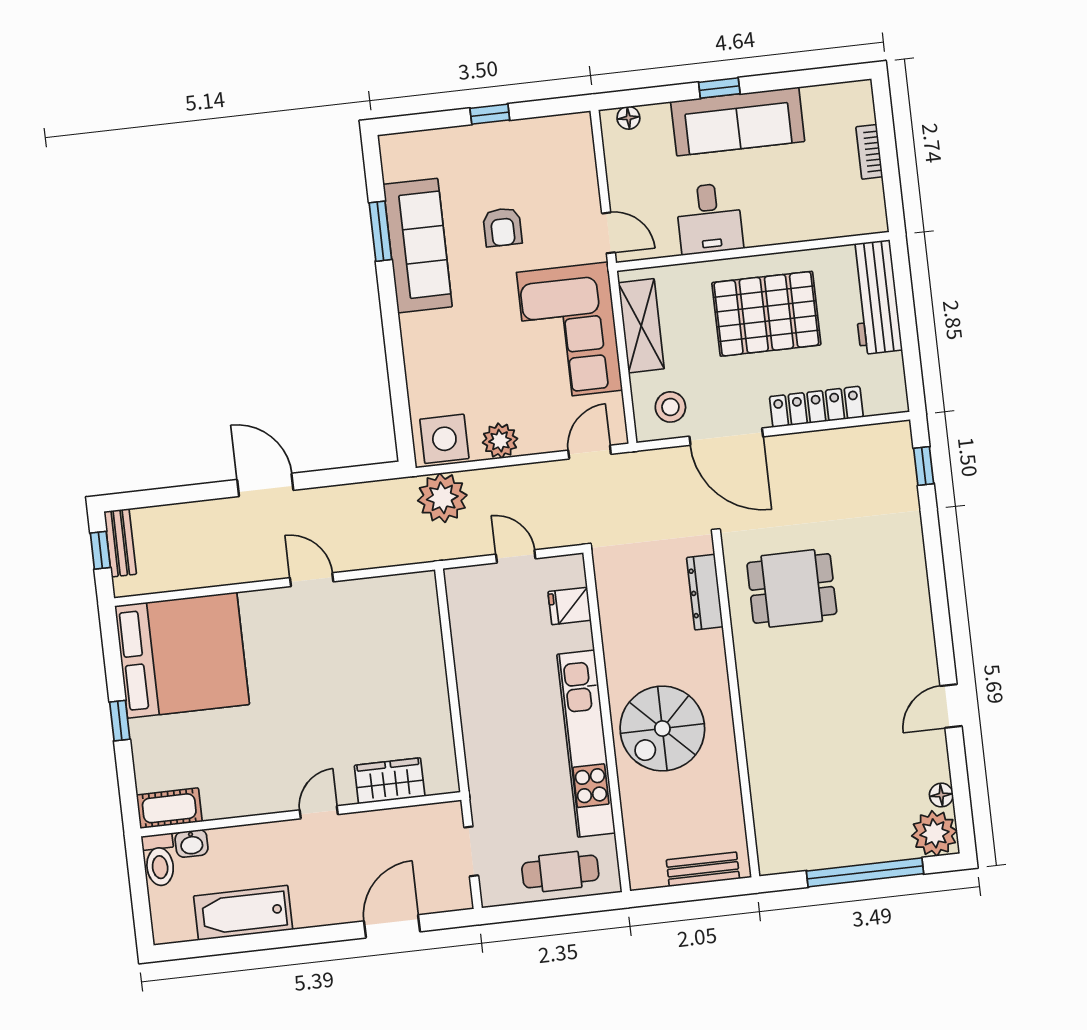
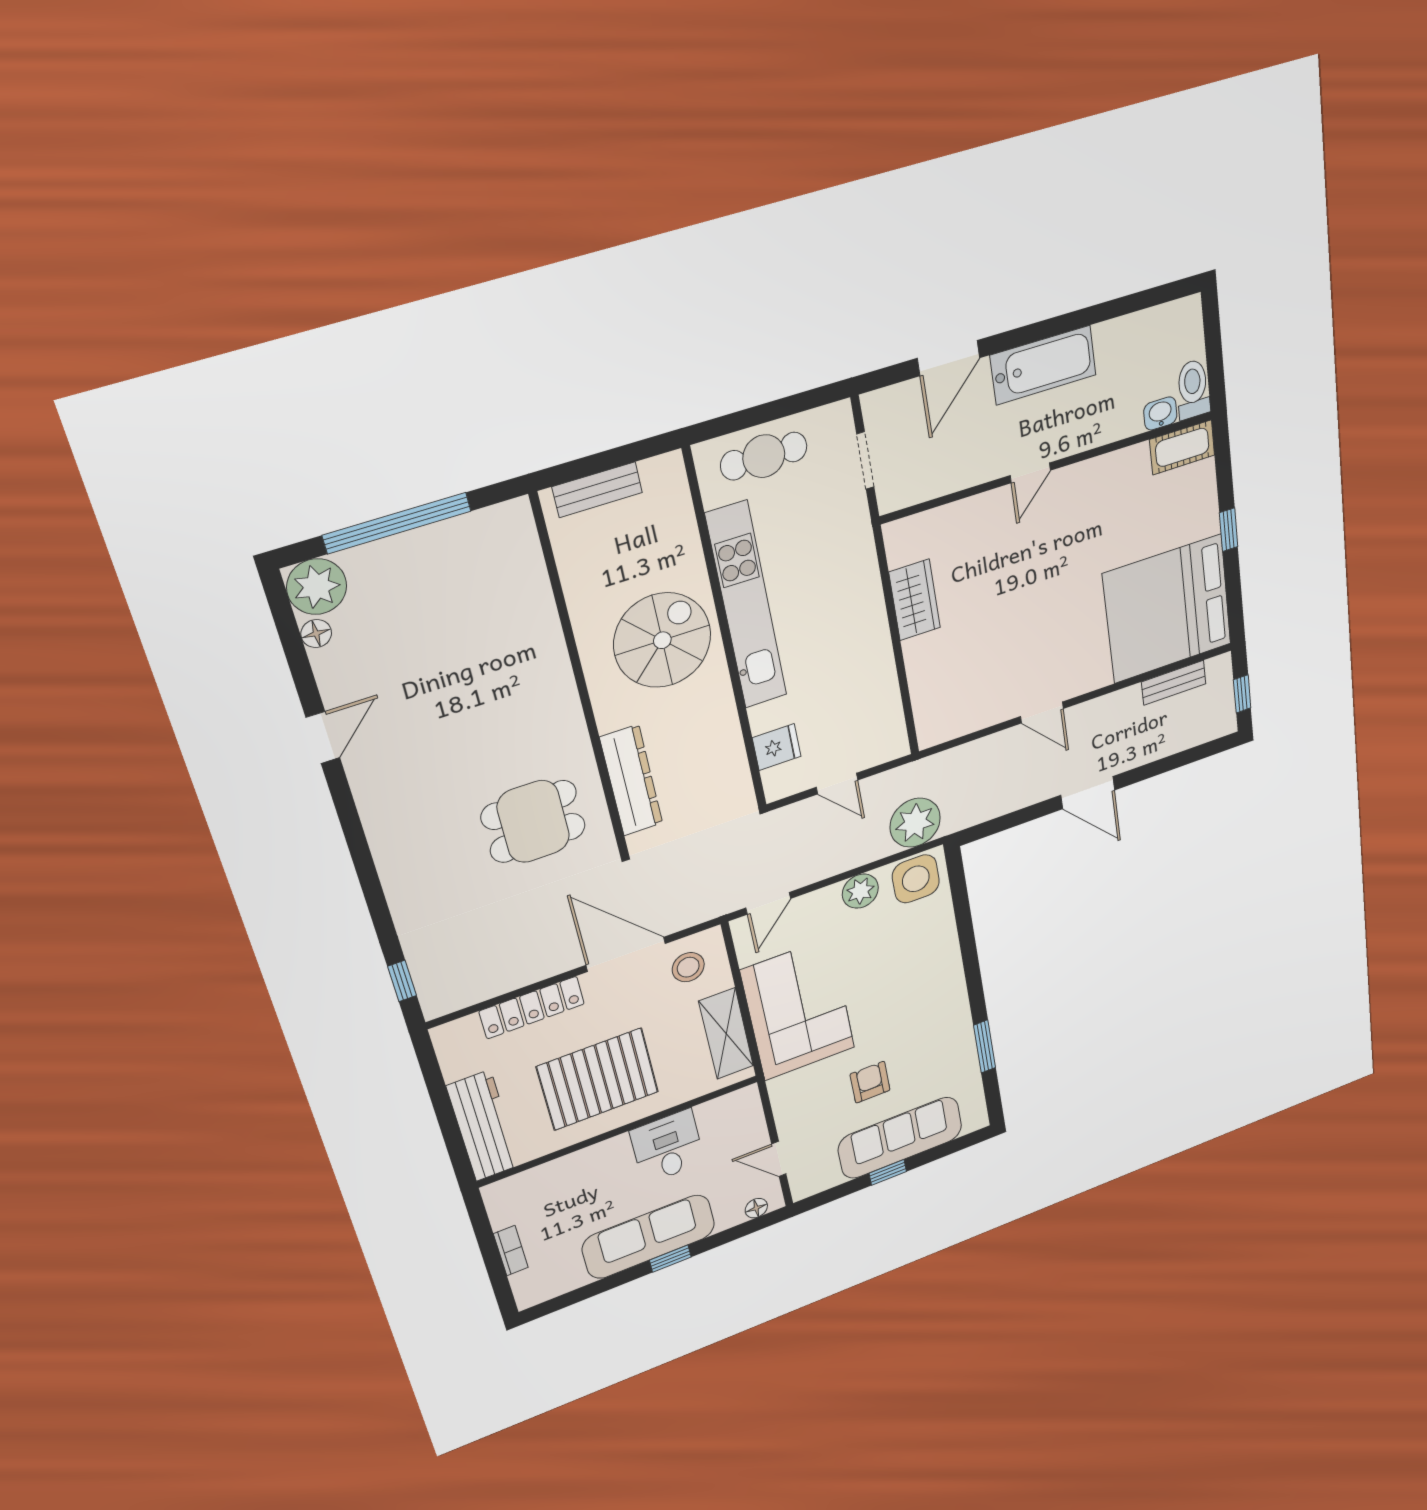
door: (608, 233) -> (779, 1159), moved
sofa: (418, 246) -> (900, 1138), moved, turned 90
bench: (120, 543) -> (1174, 683), moved, turned 90
dresser: (705, 592) -> (631, 780), width x1.37, depth x1.24
wardrobe: (390, 781) -> (915, 600), moved, turned -90
bathtub: (243, 913) -> (1043, 365), moved

